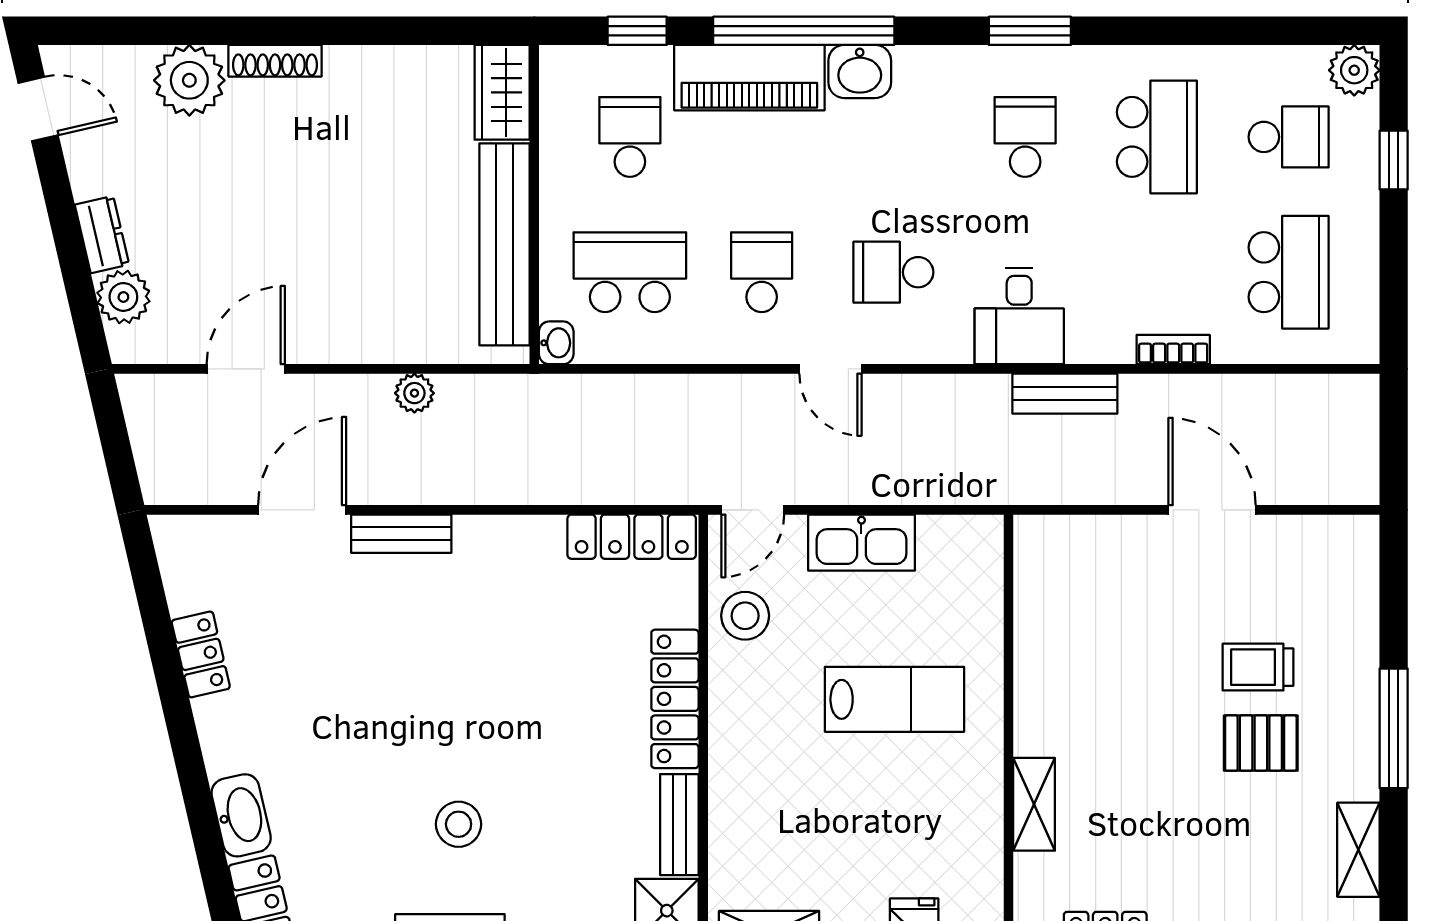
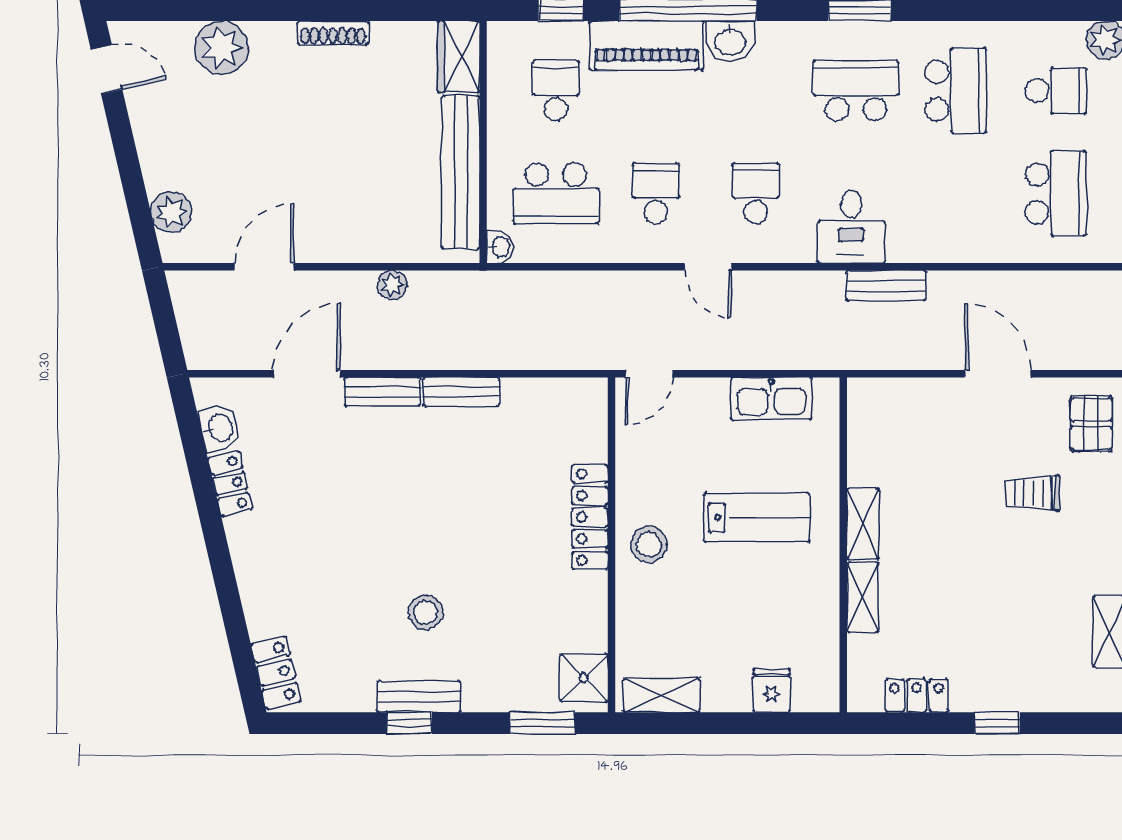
shoe rack: (275, 61) -> (333, 33), moved
school desk: (1025, 137) -> (856, 91), width x1.85
dresser: (102, 235) -> (155, 165), removed
school desk: (630, 272) -> (556, 193), turned 180
school desk: (893, 272) -> (756, 193), turned 90
bookcase: (1173, 350) -> (968, 252), removed
locker: (632, 537) -> (557, 394), removed
kitchen sink: (861, 543) -> (771, 399), moved
stool: (745, 616) -> (649, 544), moved
shelving: (1034, 707) -> (863, 524), added
pallet: (1261, 743) -> (1091, 424), moved, turned 90
washbasin: (241, 815) -> (219, 428), moved, width x0.72
bench: (679, 825) -> (461, 392), moved, turned 90

